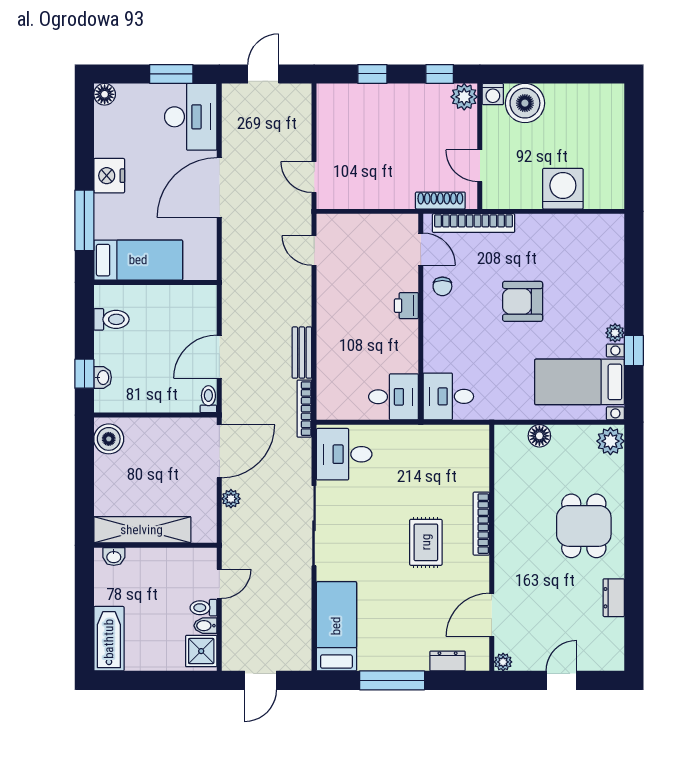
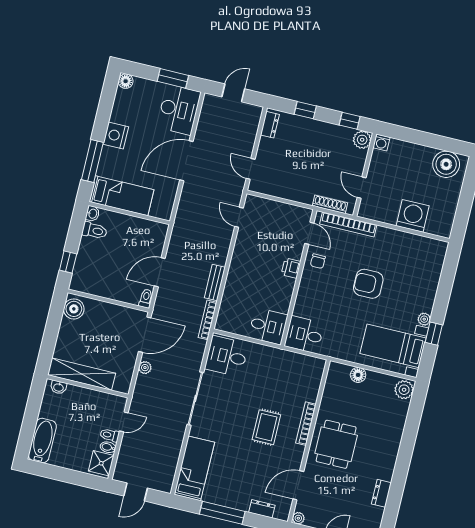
boiler: (525, 103) -> (446, 164), moved
dresser: (327, 107) -> (270, 125), added
washbasin: (103, 377) -> (92, 214), moved
dining table: (584, 526) -> (336, 444), moved

